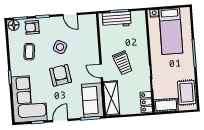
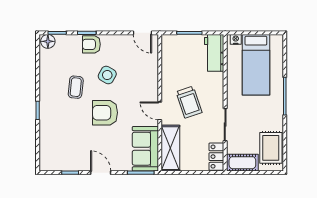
door: (70, 15) -> (142, 33), moved
workbench: (117, 19) -> (214, 53), moved, turned 90
armchair: (32, 27) -> (91, 44), moved
coffee table: (29, 52) -> (76, 87), moved
armchair: (60, 75) -> (105, 113), turned -81
corner sofa: (29, 99) -> (61, 141), removed
door: (60, 121) -> (101, 173), hinge flipped

